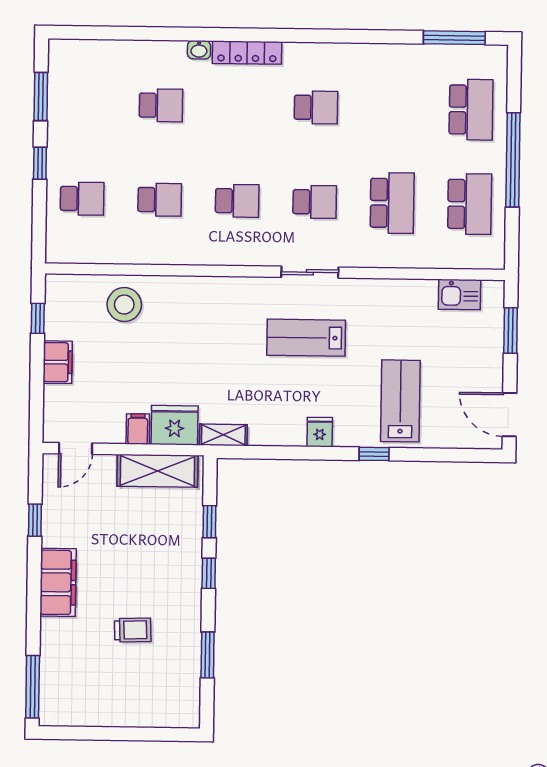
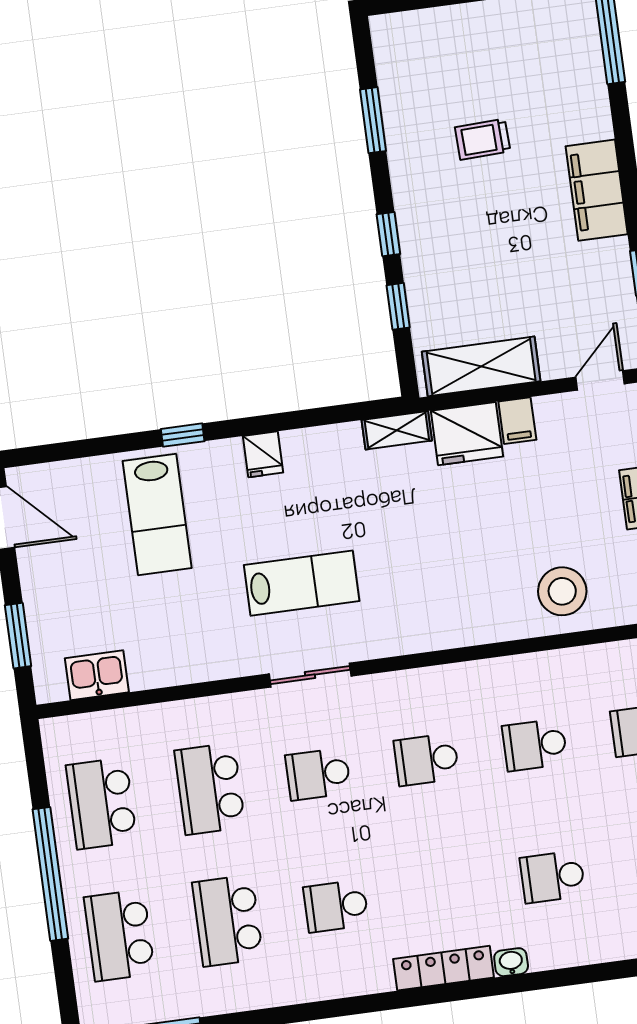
school desk: (393, 109) -> (228, 921), added

